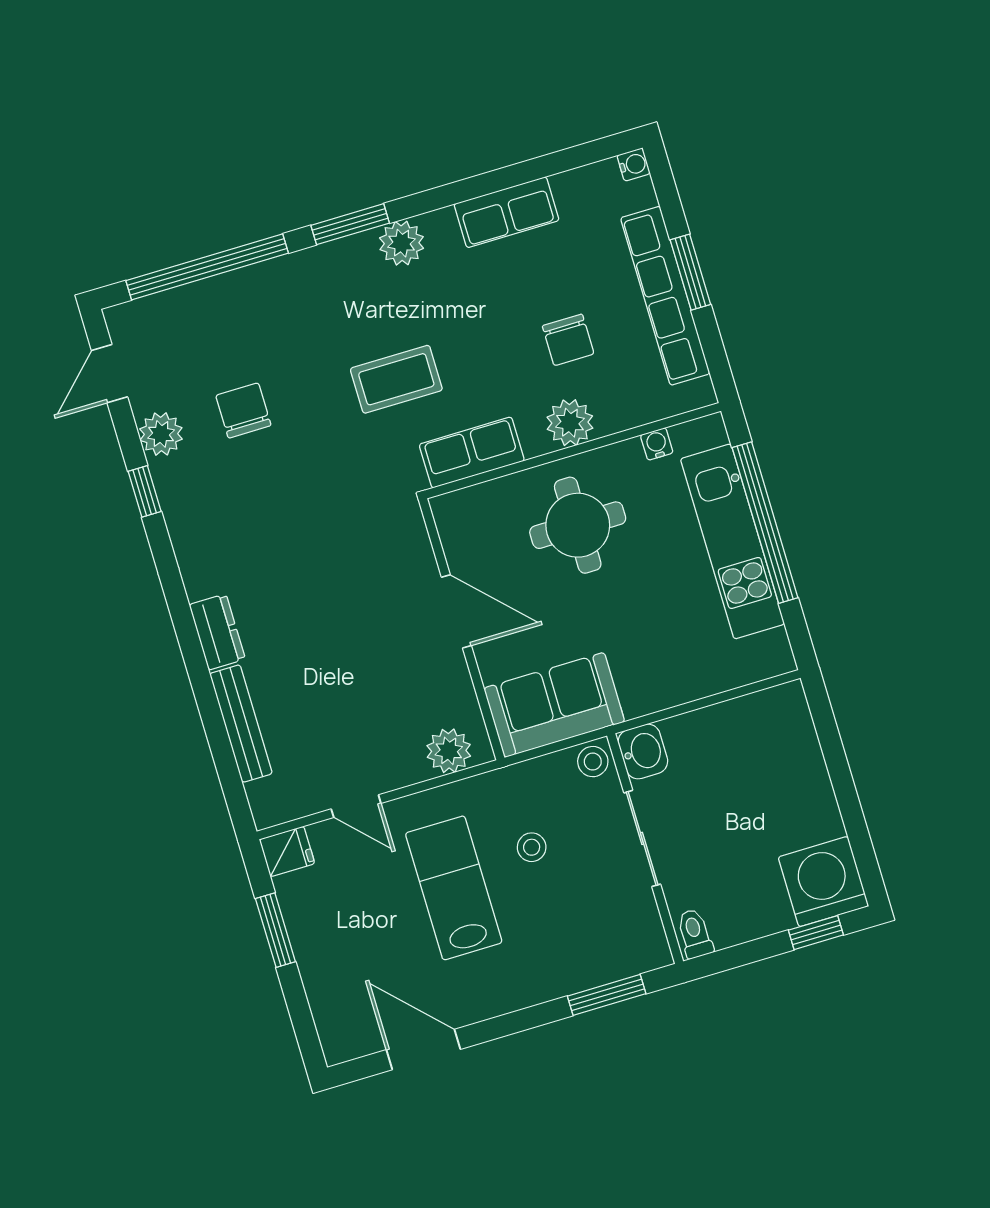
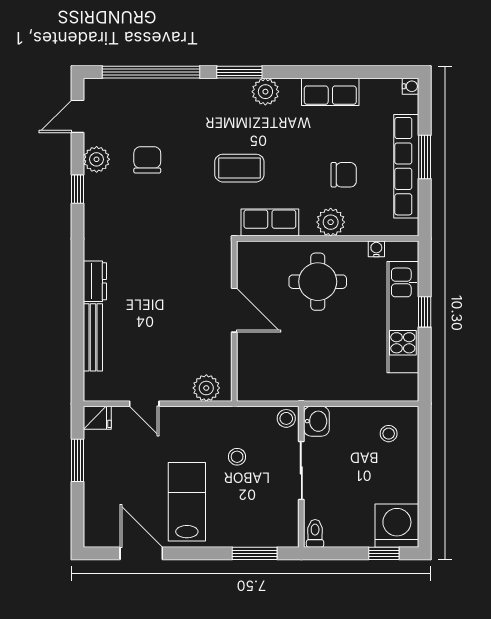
chair: (568, 340) -> (344, 175), turned -90
window: (765, 523) -> (425, 312), width x0.32
sofa: (554, 705) -> (274, 380), removed
stool: (766, 737) -> (389, 434), added
lab bench: (454, 888) -> (187, 502), moved

